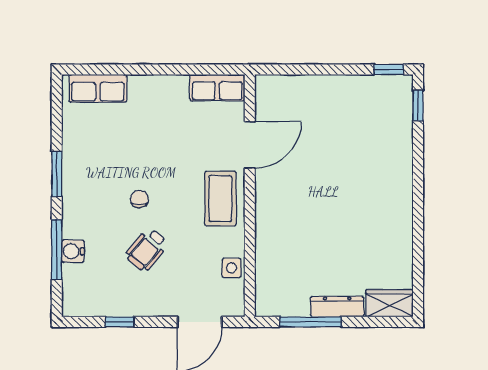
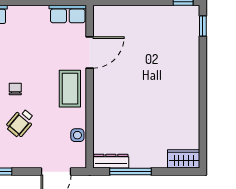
dresser: (337, 307) -> (111, 161), moved

